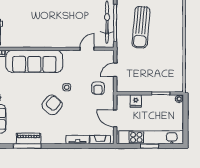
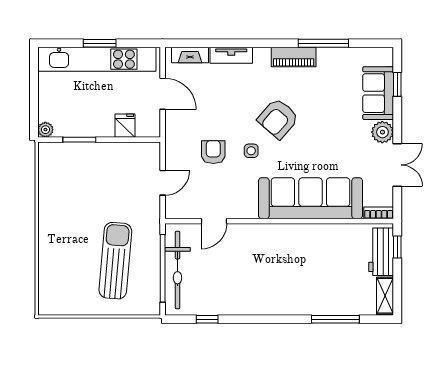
armchair: (98, 88) -> (213, 152), moved
piano: (29, 139) -> (294, 57), moved

